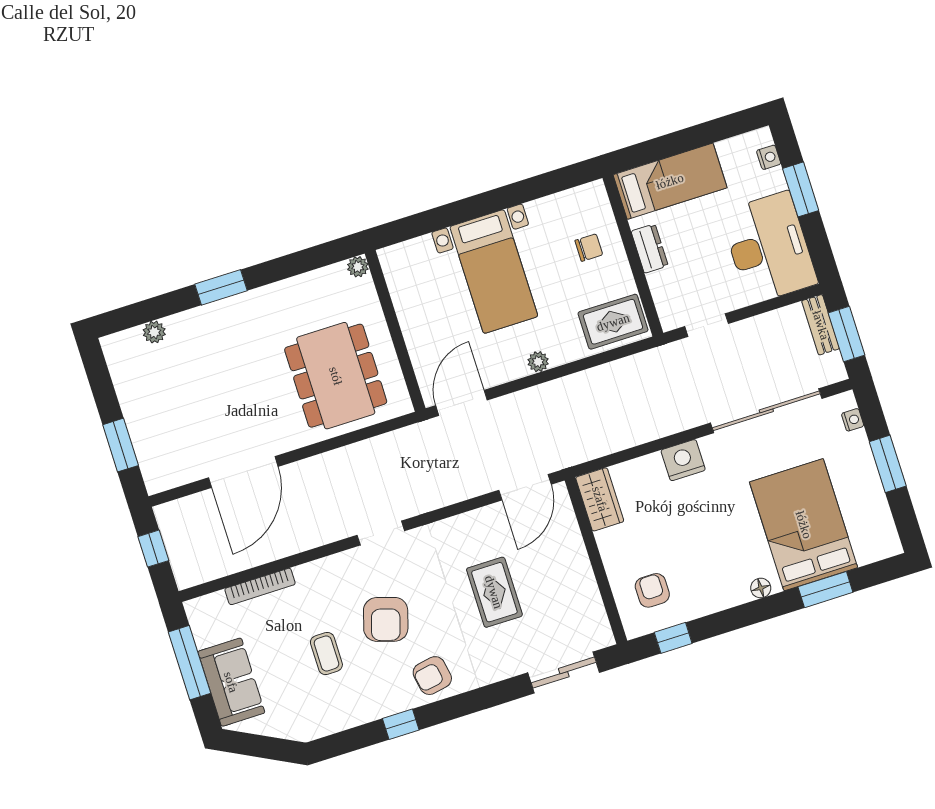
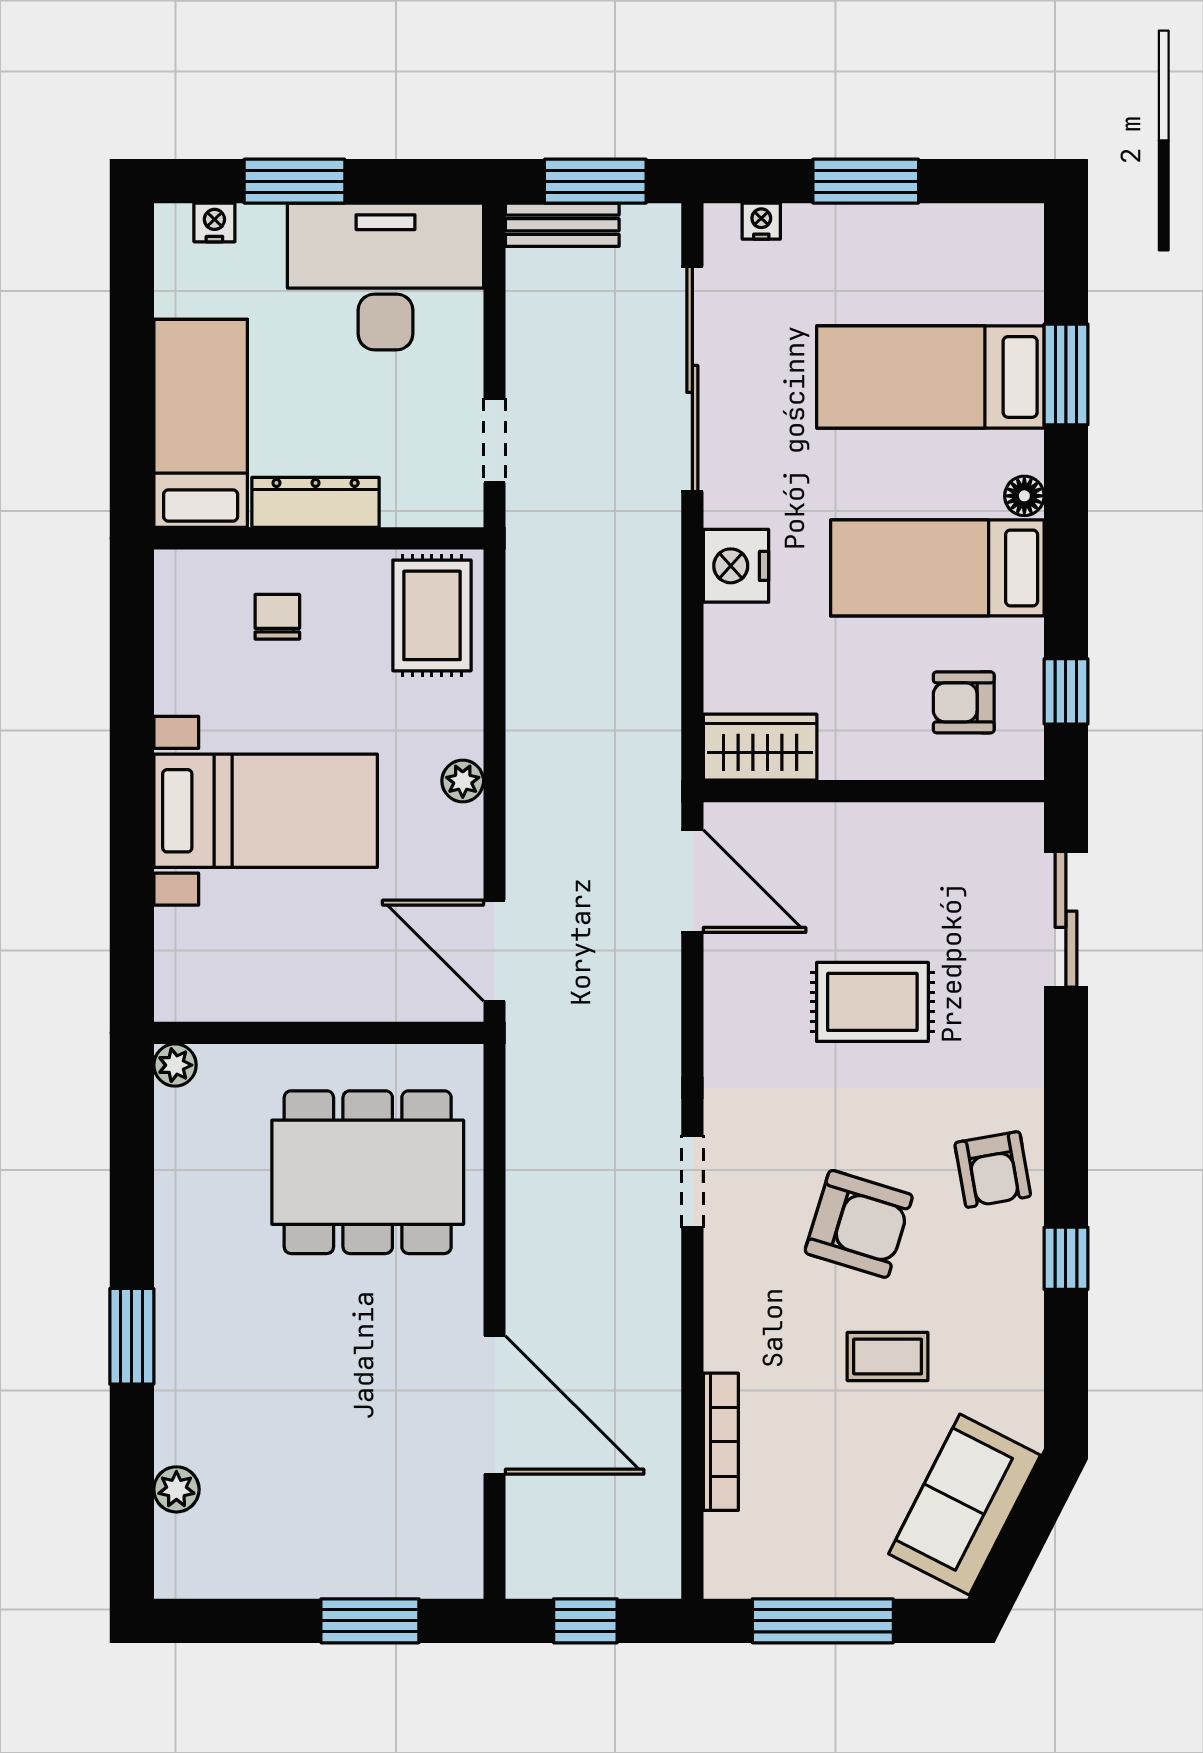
dresser: (650, 249) -> (316, 502), width x1.44
bed: (804, 525) -> (930, 377), width x0.67
bed: (713, 557) -> (937, 568), added
sofa: (231, 682) -> (965, 1504), moved, turned -63

